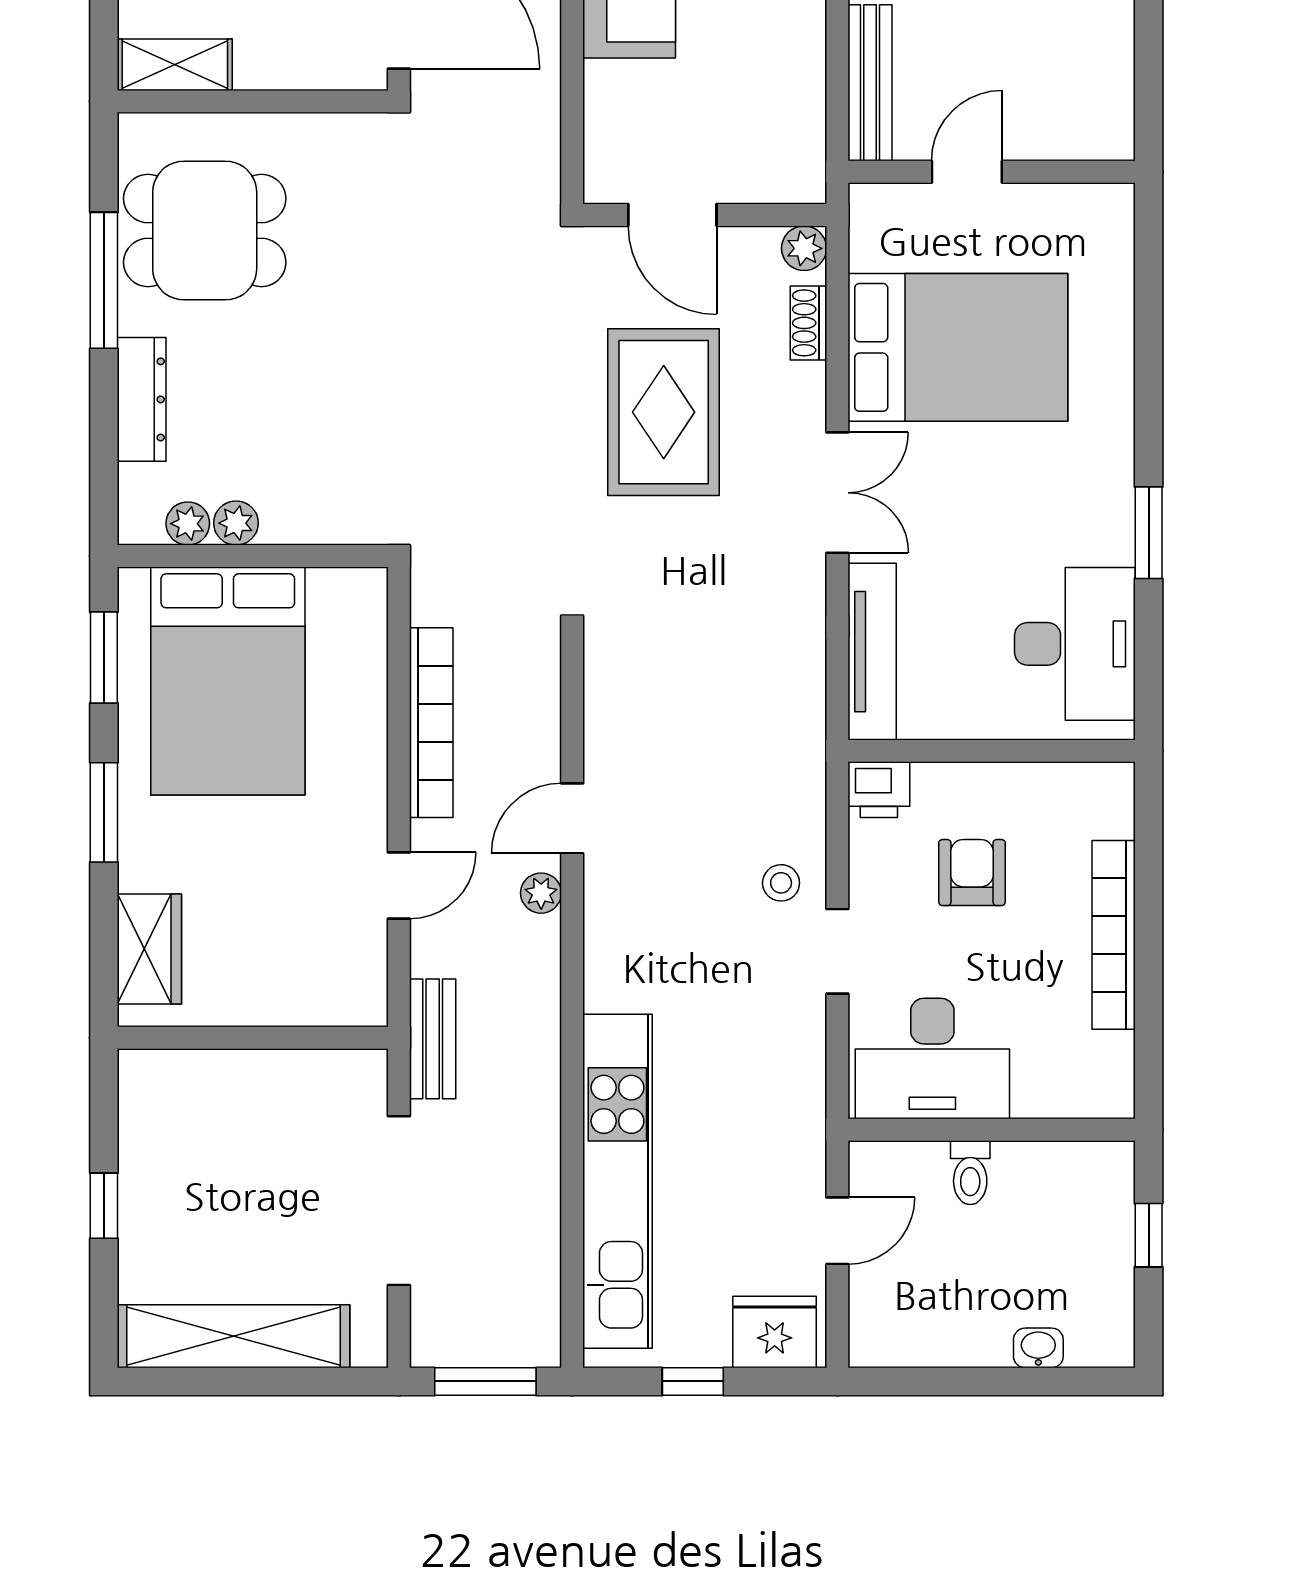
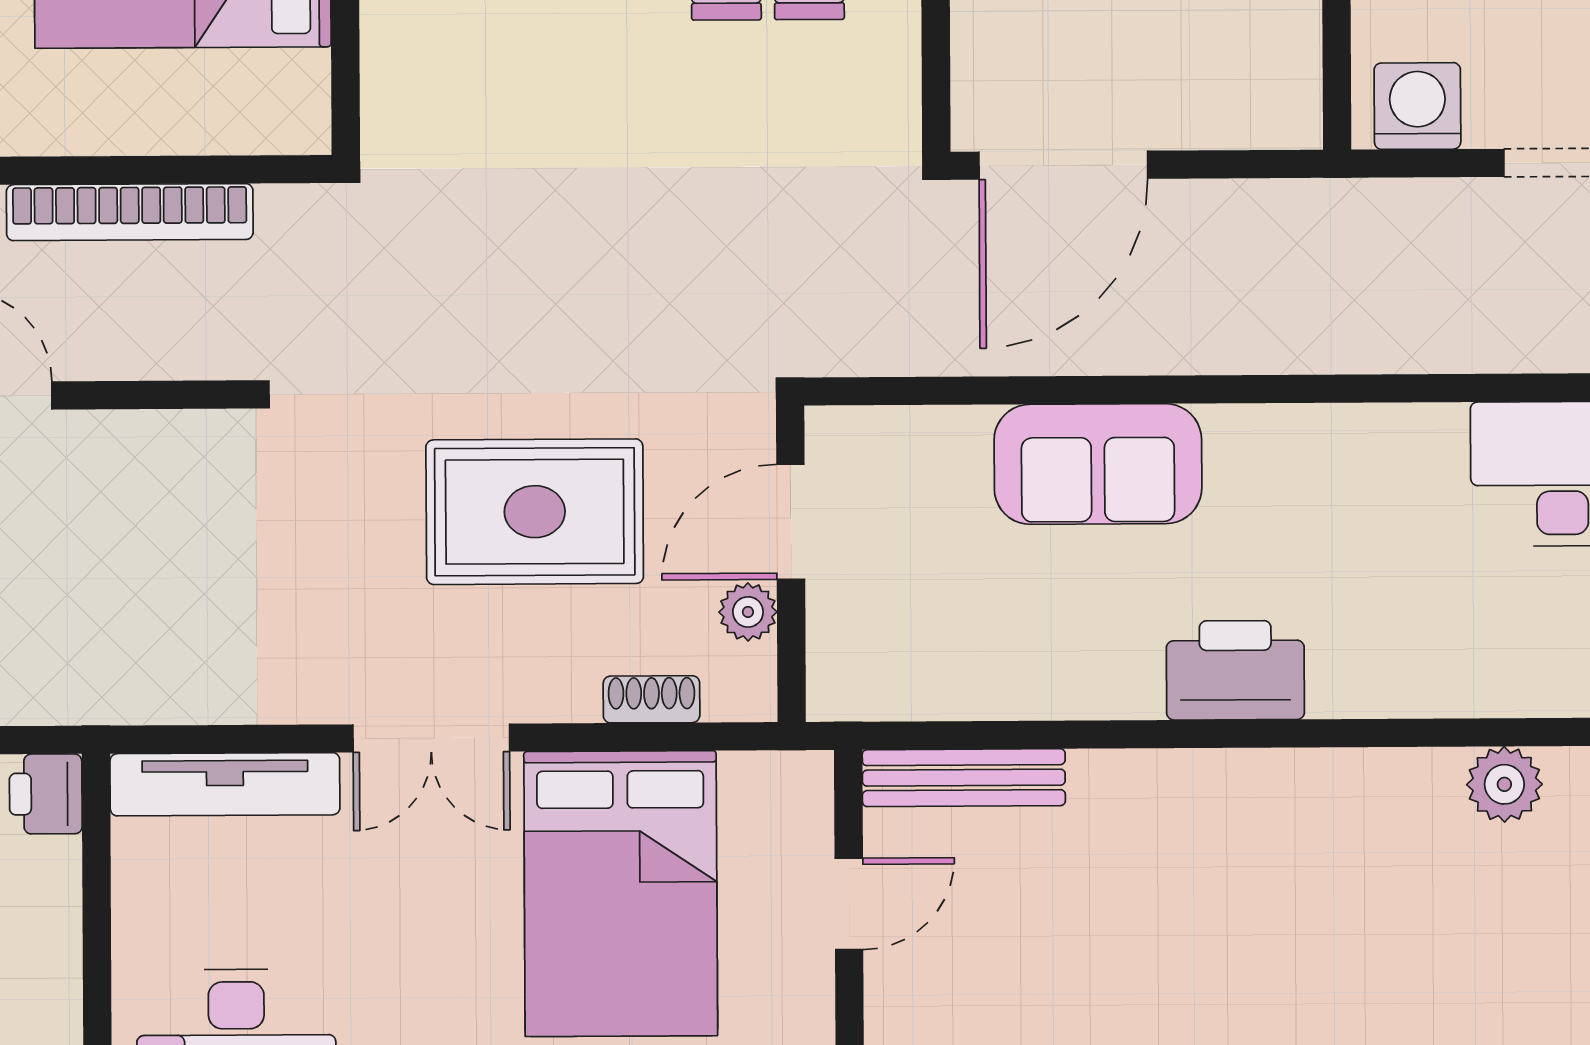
door: (967, 172) -> (849, 904), hinge flipped
plant: (804, 248) -> (748, 612), moved

